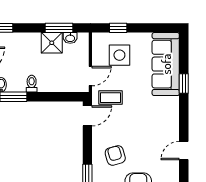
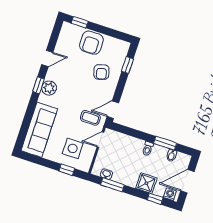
shower: (52, 43) -> (146, 183), moved
window: (184, 84) -> (38, 85), moved
plant: (170, 117) -> (49, 88), added

